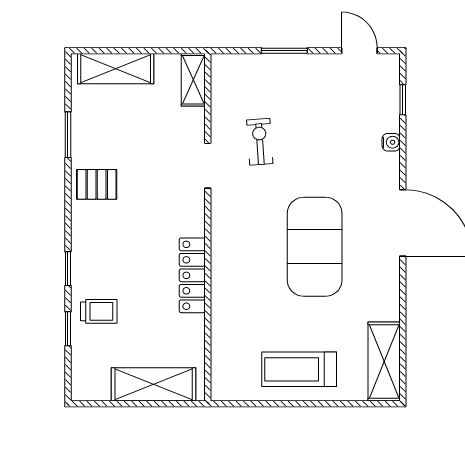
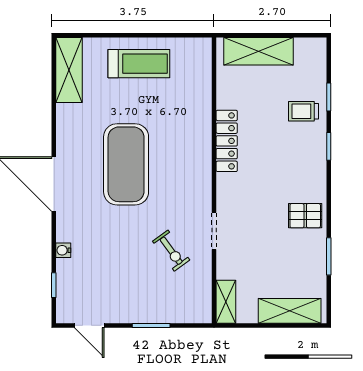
exercise bike: (260, 142) -> (171, 251), turned -32

